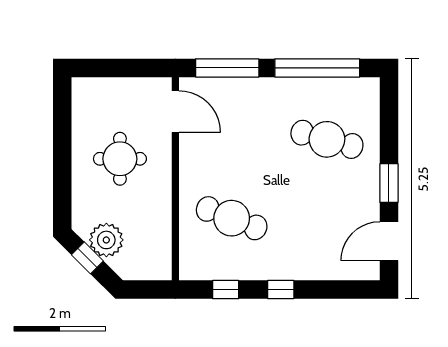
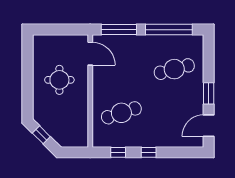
cafe table: (327, 139) -> (174, 69), turned -30
cafe table: (232, 218) -> (121, 113), turned -39
plant: (106, 240) -> (52, 125), removed

